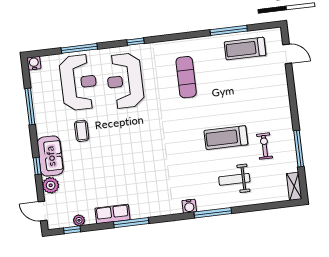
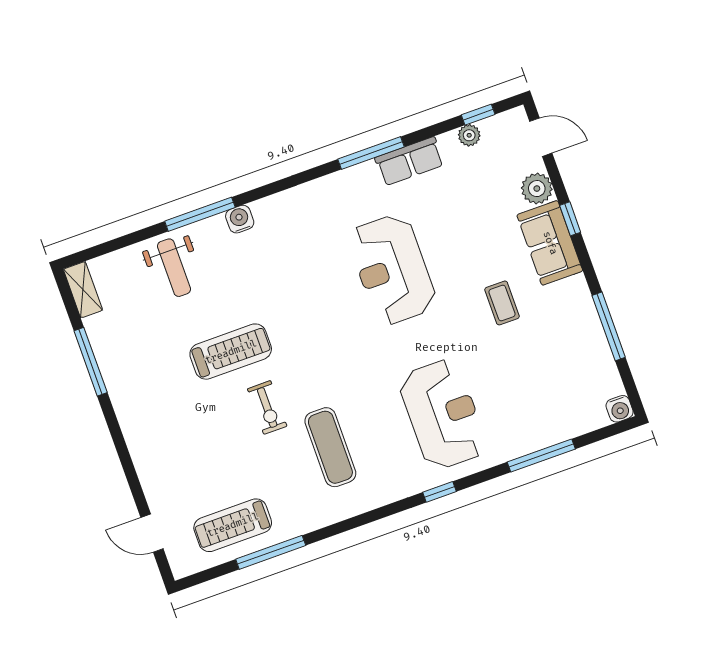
treadmill: (245, 49) -> (233, 525), turned 180
reception desk: (79, 82) -> (392, 270), moved
exercise bike: (264, 146) -> (267, 407), moved
weight bench: (234, 179) -> (174, 268), moved, turned 90
water cooler: (189, 206) -> (240, 219), moved
window: (213, 213) -> (200, 214), moved

